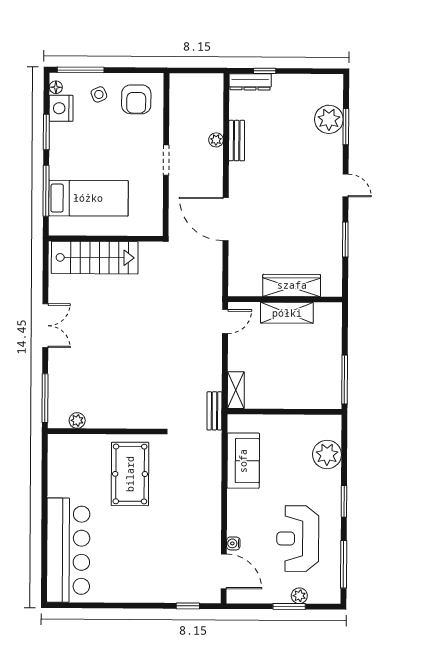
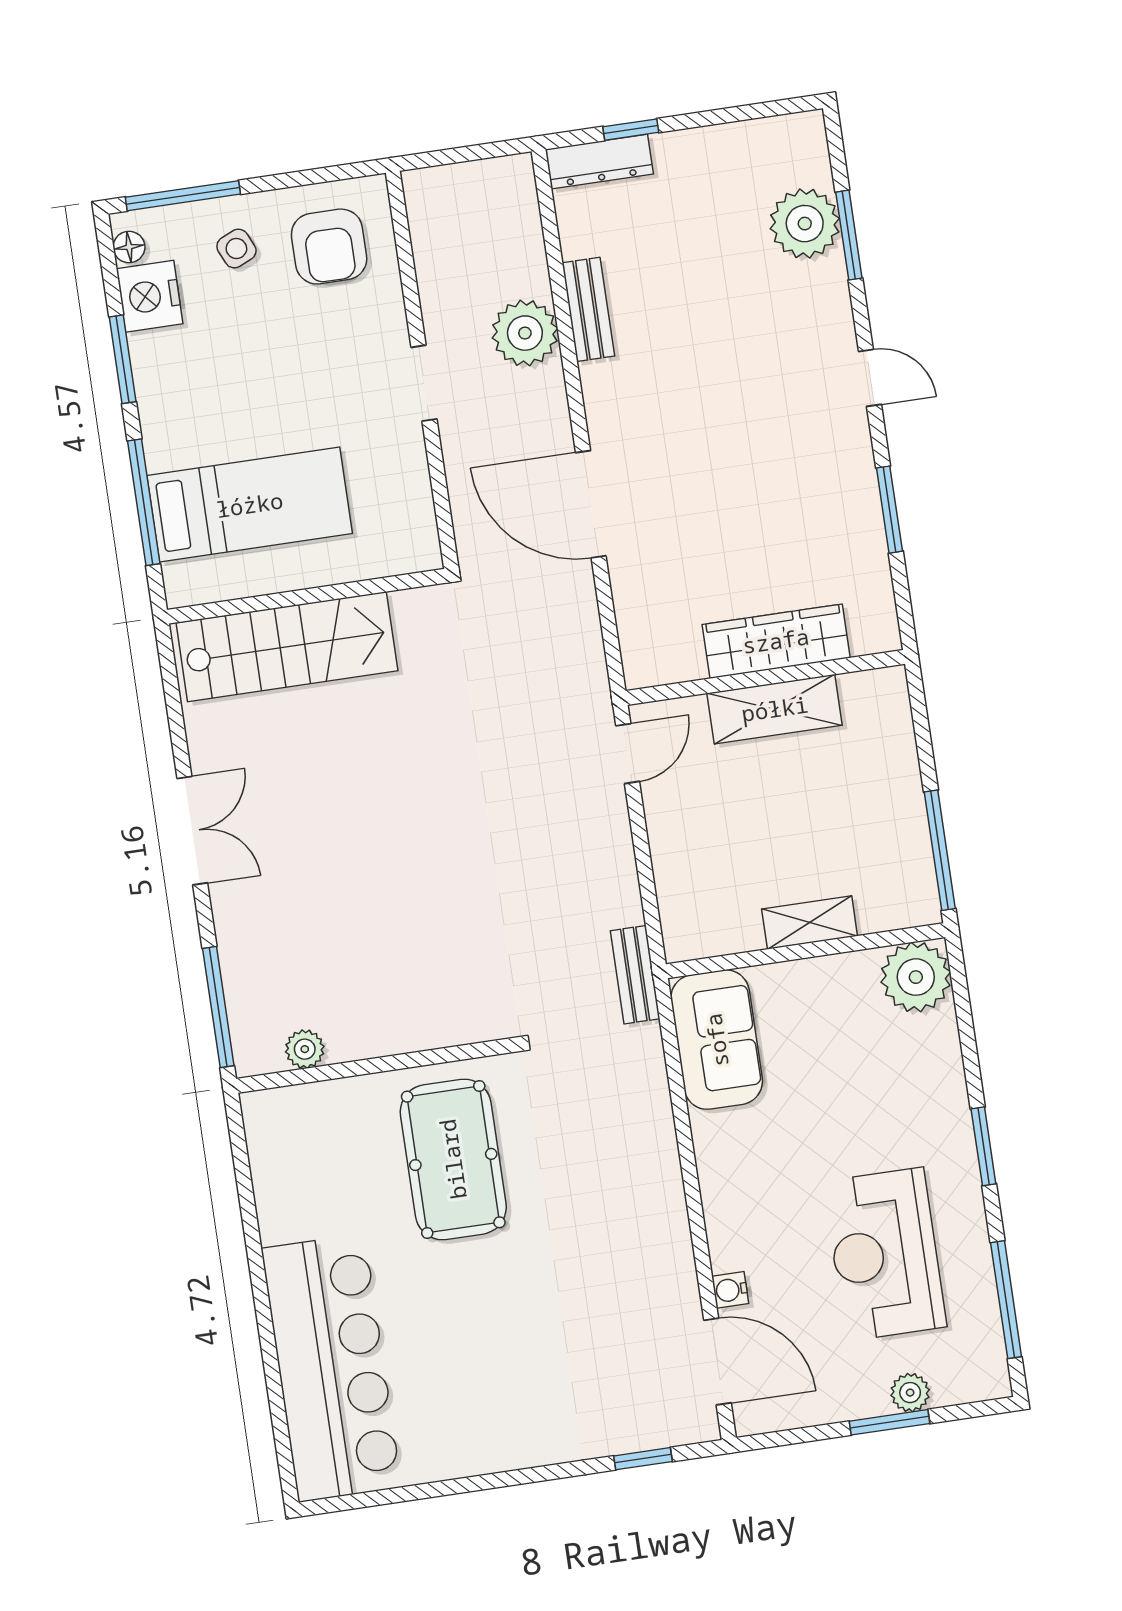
plant: (216, 140) -> (525, 333), width x1.87, depth x1.87
shelving: (236, 390) -> (810, 922), moved, turned 90
plant: (327, 454) -> (916, 977), moved
sofa: (243, 461) -> (717, 1040), moved

